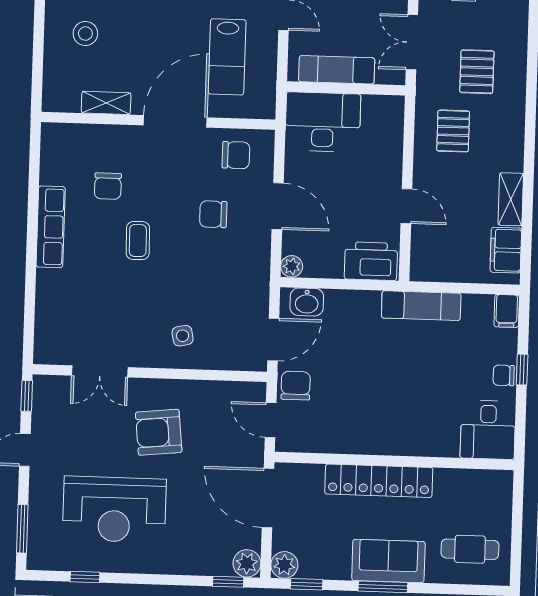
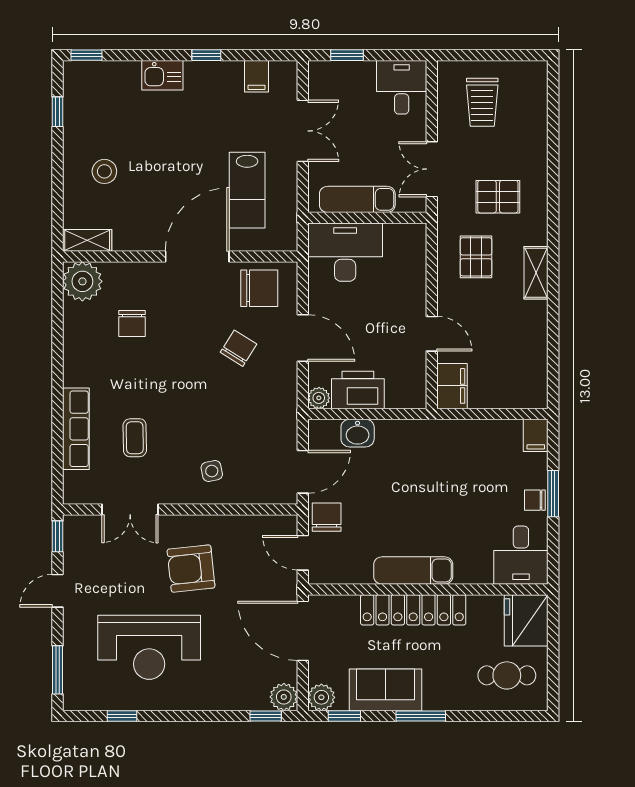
pallet: (477, 72) -> (498, 197), turned 90
shelving: (106, 103) -> (87, 240), moved
plant: (60, 142) -> (82, 281), added
chair: (236, 155) -> (259, 288), width x1.37, depth x1.37
shelving: (511, 199) -> (536, 273), moved
chair: (213, 214) -> (238, 348), turned 122
row of seats: (51, 227) -> (76, 429), moved
coffee table: (138, 241) -> (135, 438), moved
filing cabinet: (506, 250) -> (452, 386), moved, turned 180
printer: (371, 261) -> (358, 390), moved
washbasin: (307, 302) -> (358, 433), moved
exam couch: (421, 306) -> (413, 570), moved, turned 180
window: (522, 370) -> (553, 494), width x1.50
fridge: (491, 495) -> (526, 620), added
sofa: (388, 561) -> (386, 690), moved

